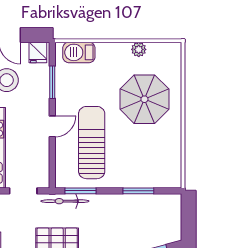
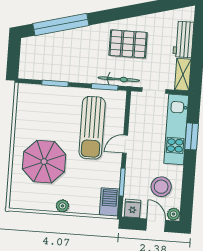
plant: (139, 49) -> (62, 206), moved
barbecue: (79, 52) -> (109, 202), moved, turned -90

